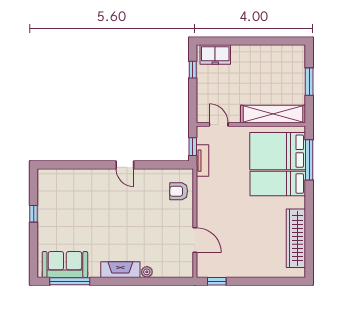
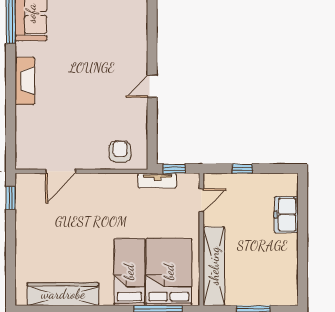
freezer: (215, 55) -> (286, 215), moved
window: (193, 70) -> (242, 169), moved
plant: (147, 272) -> (22, 113), removed

